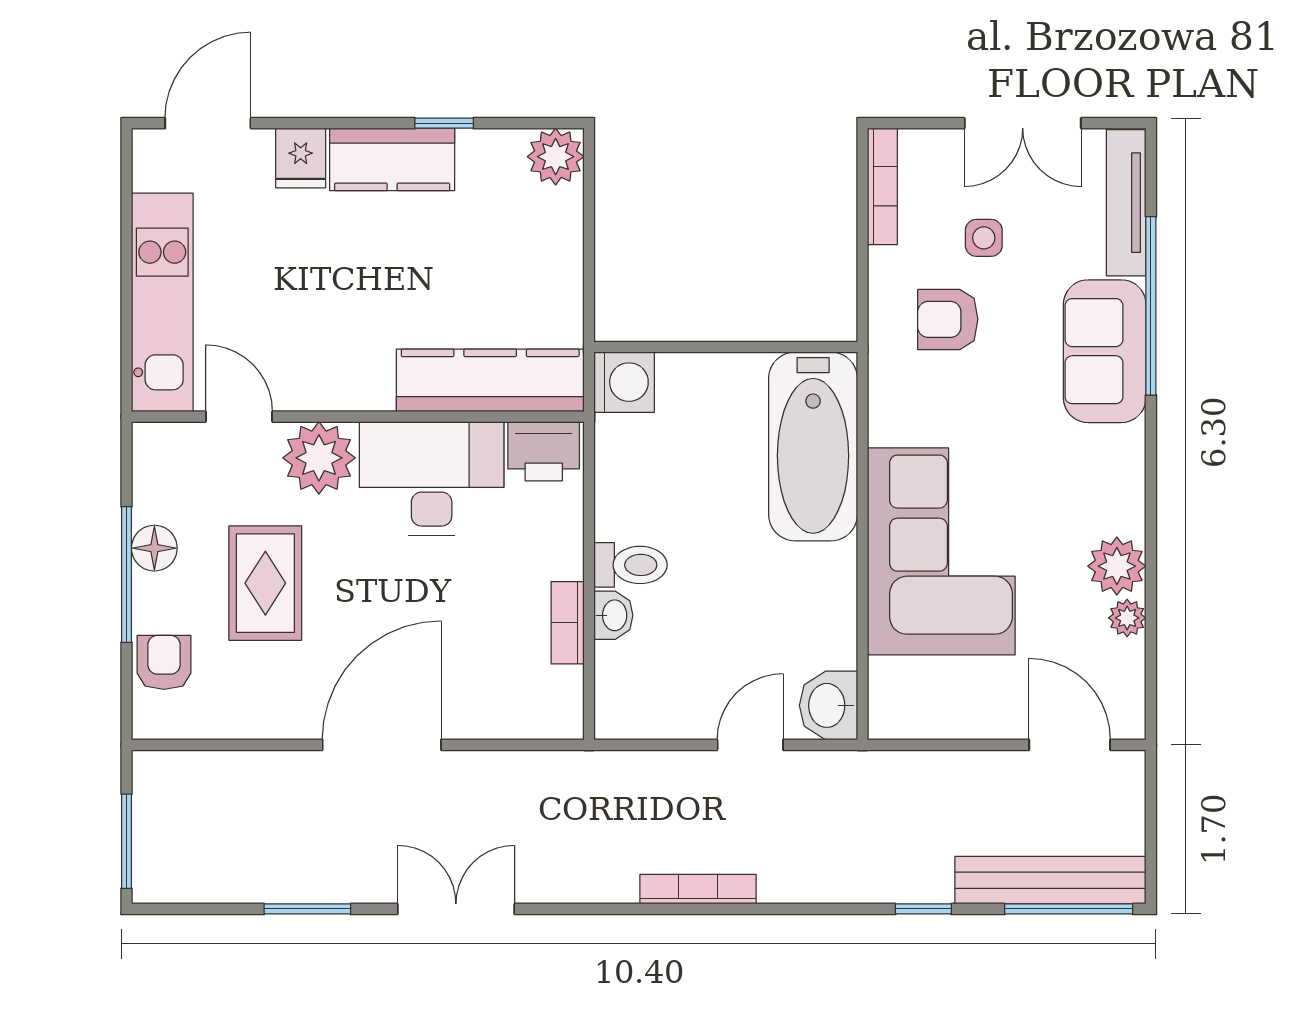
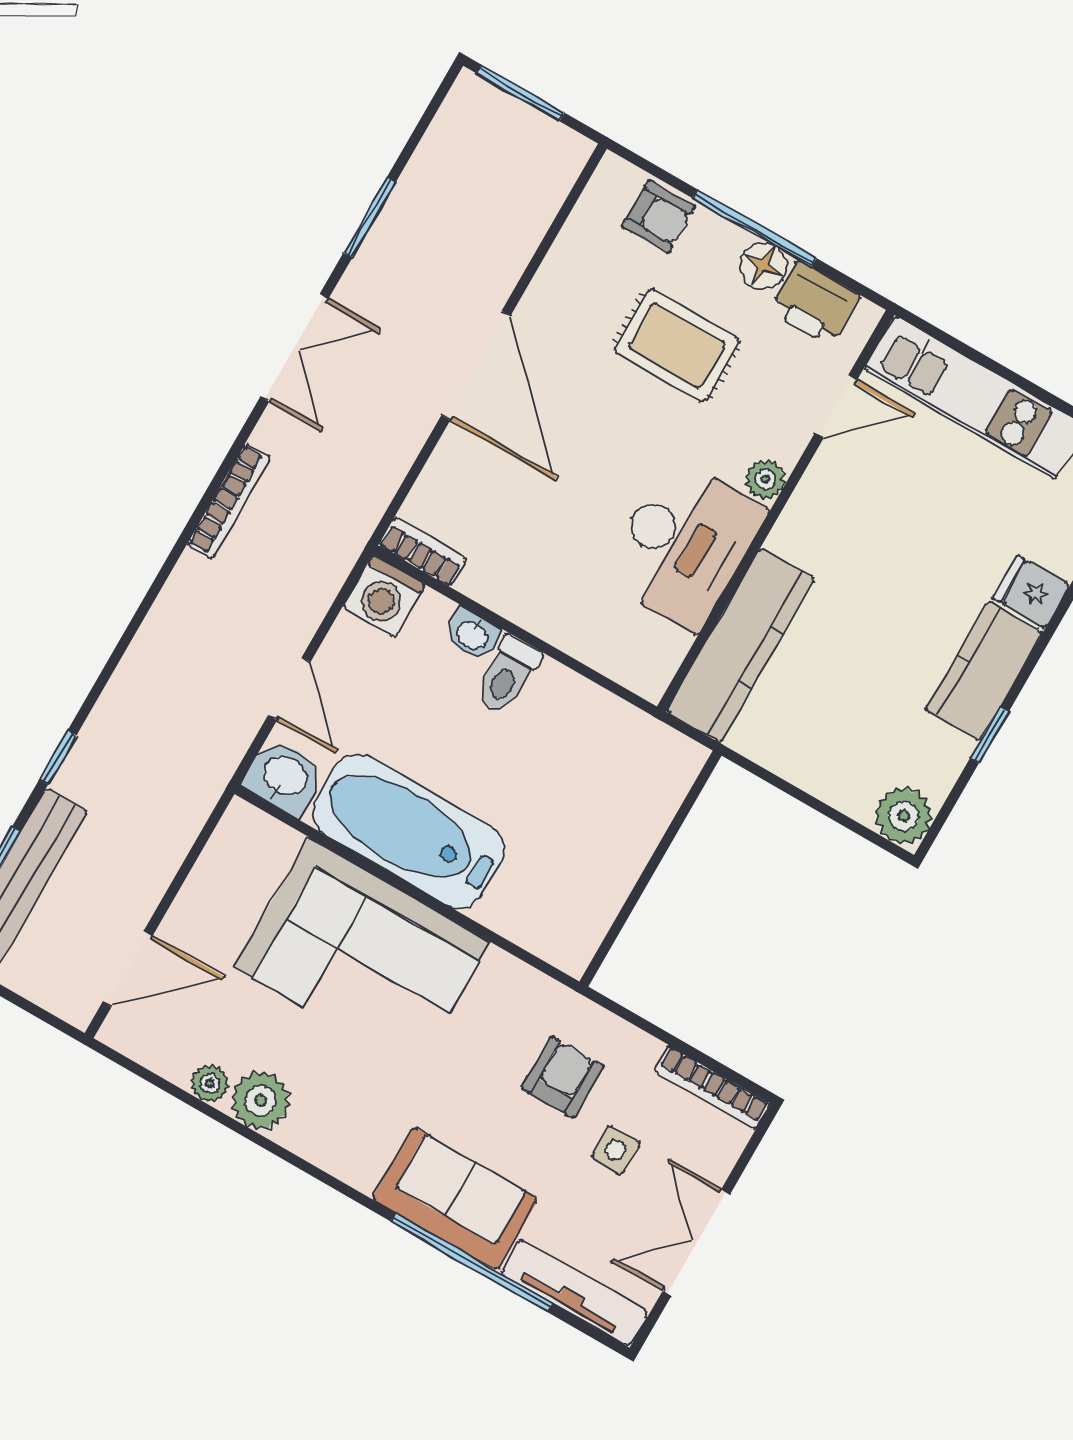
washing machine: (624, 382) -> (384, 596), moved
bathtub: (813, 446) -> (409, 831), moved
printer: (544, 451) -> (815, 303), moved, turned -90
plant: (319, 458) -> (766, 479), width x0.53, depth x0.53
bookcase: (568, 623) -> (422, 552), moved
bookcase: (698, 889) -> (229, 501), moved

